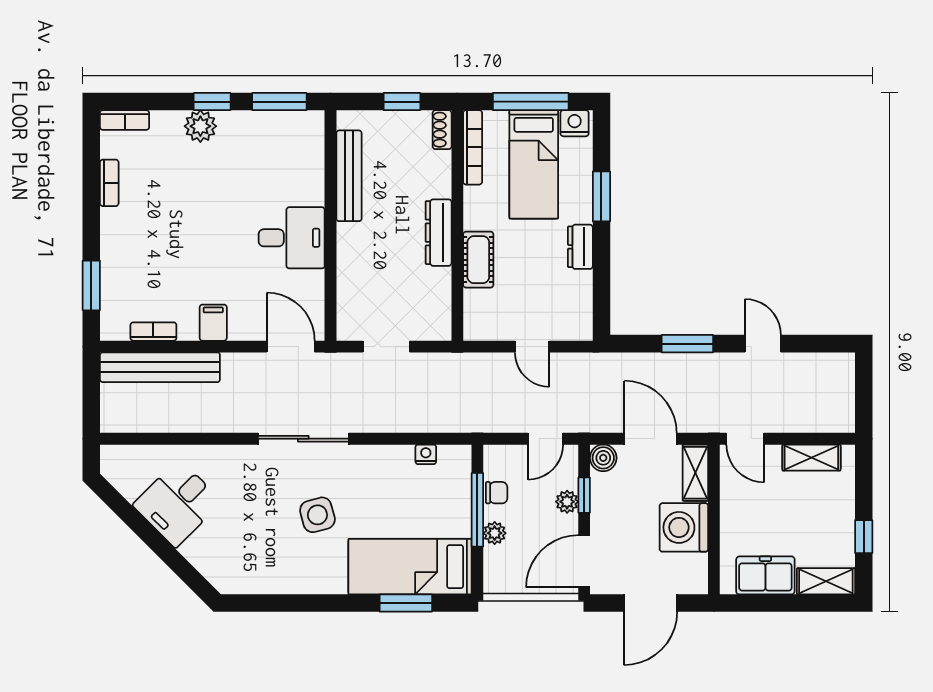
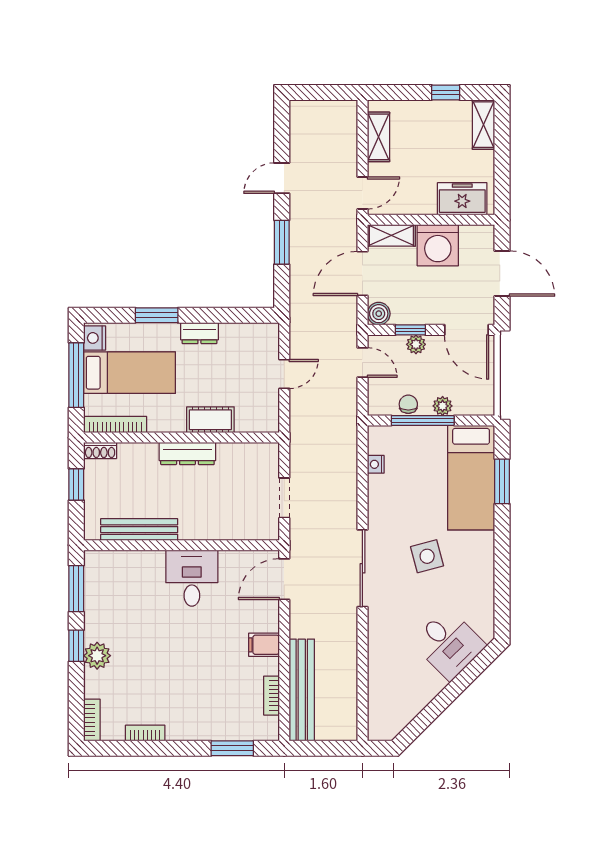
desk: (177, 503) -> (449, 644), moved
freezer: (765, 575) -> (462, 199), moved, turned 90

